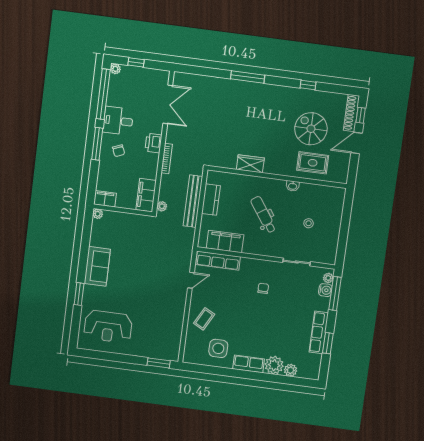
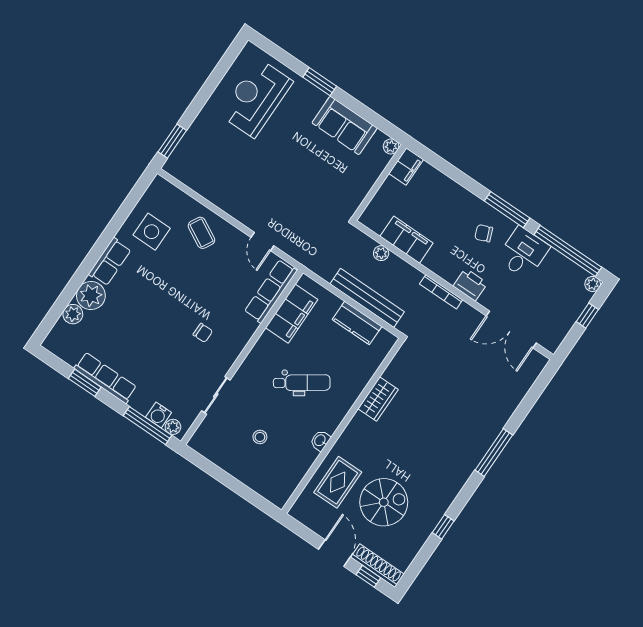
filing cabinet: (105, 199) -> (406, 167), moved
wall: (123, 210) -> (379, 182), moved
plant: (98, 214) -> (391, 146), moved

